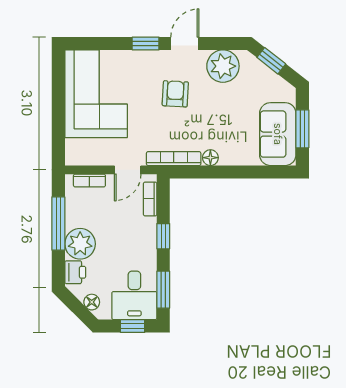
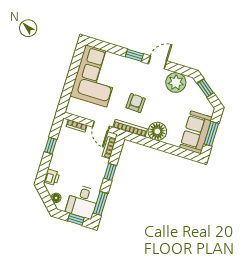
armchair: (175, 94) -> (136, 103), moved
floor lamp: (210, 158) -> (157, 131), width x1.89, depth x1.89
door: (128, 170) -> (101, 126), hinge flipped
window: (58, 223) -> (51, 146), width x0.46
plant: (80, 244) -> (60, 161), removed

